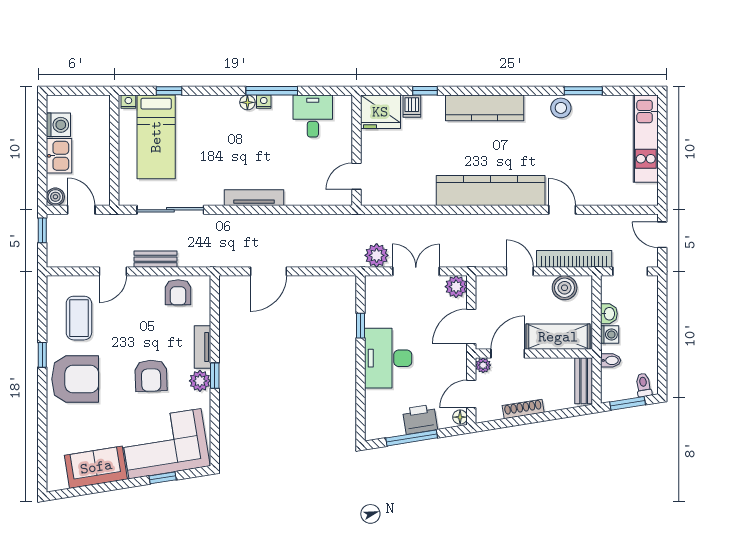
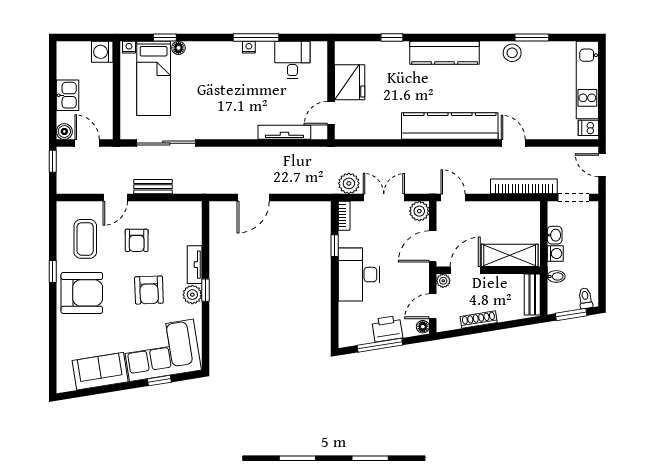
floor lamp: (247, 102) -> (178, 48), moved
dishwasher: (412, 106) -> (588, 128), moved, turned 90
fridge: (380, 112) -> (350, 82), moved, turned -90
washing machine: (58, 125) -> (102, 52), moved, turned 180
tv unit: (254, 198) -> (284, 132), moved
door: (520, 271) -> (453, 198), moved
boiler: (565, 288) -> (515, 212), removed
armchair: (178, 292) -> (137, 240), moved
bookcase: (371, 292) -> (344, 216), added

